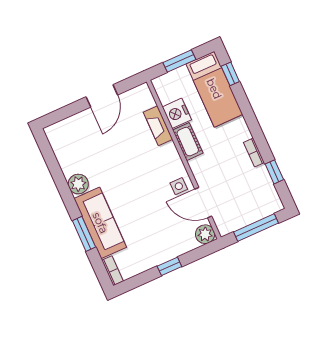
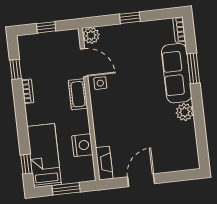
fireplace: (158, 126) -> (104, 163), moved
cot: (188, 142) -> (78, 94), moved
window: (256, 227) -> (46, 27), width x0.46

